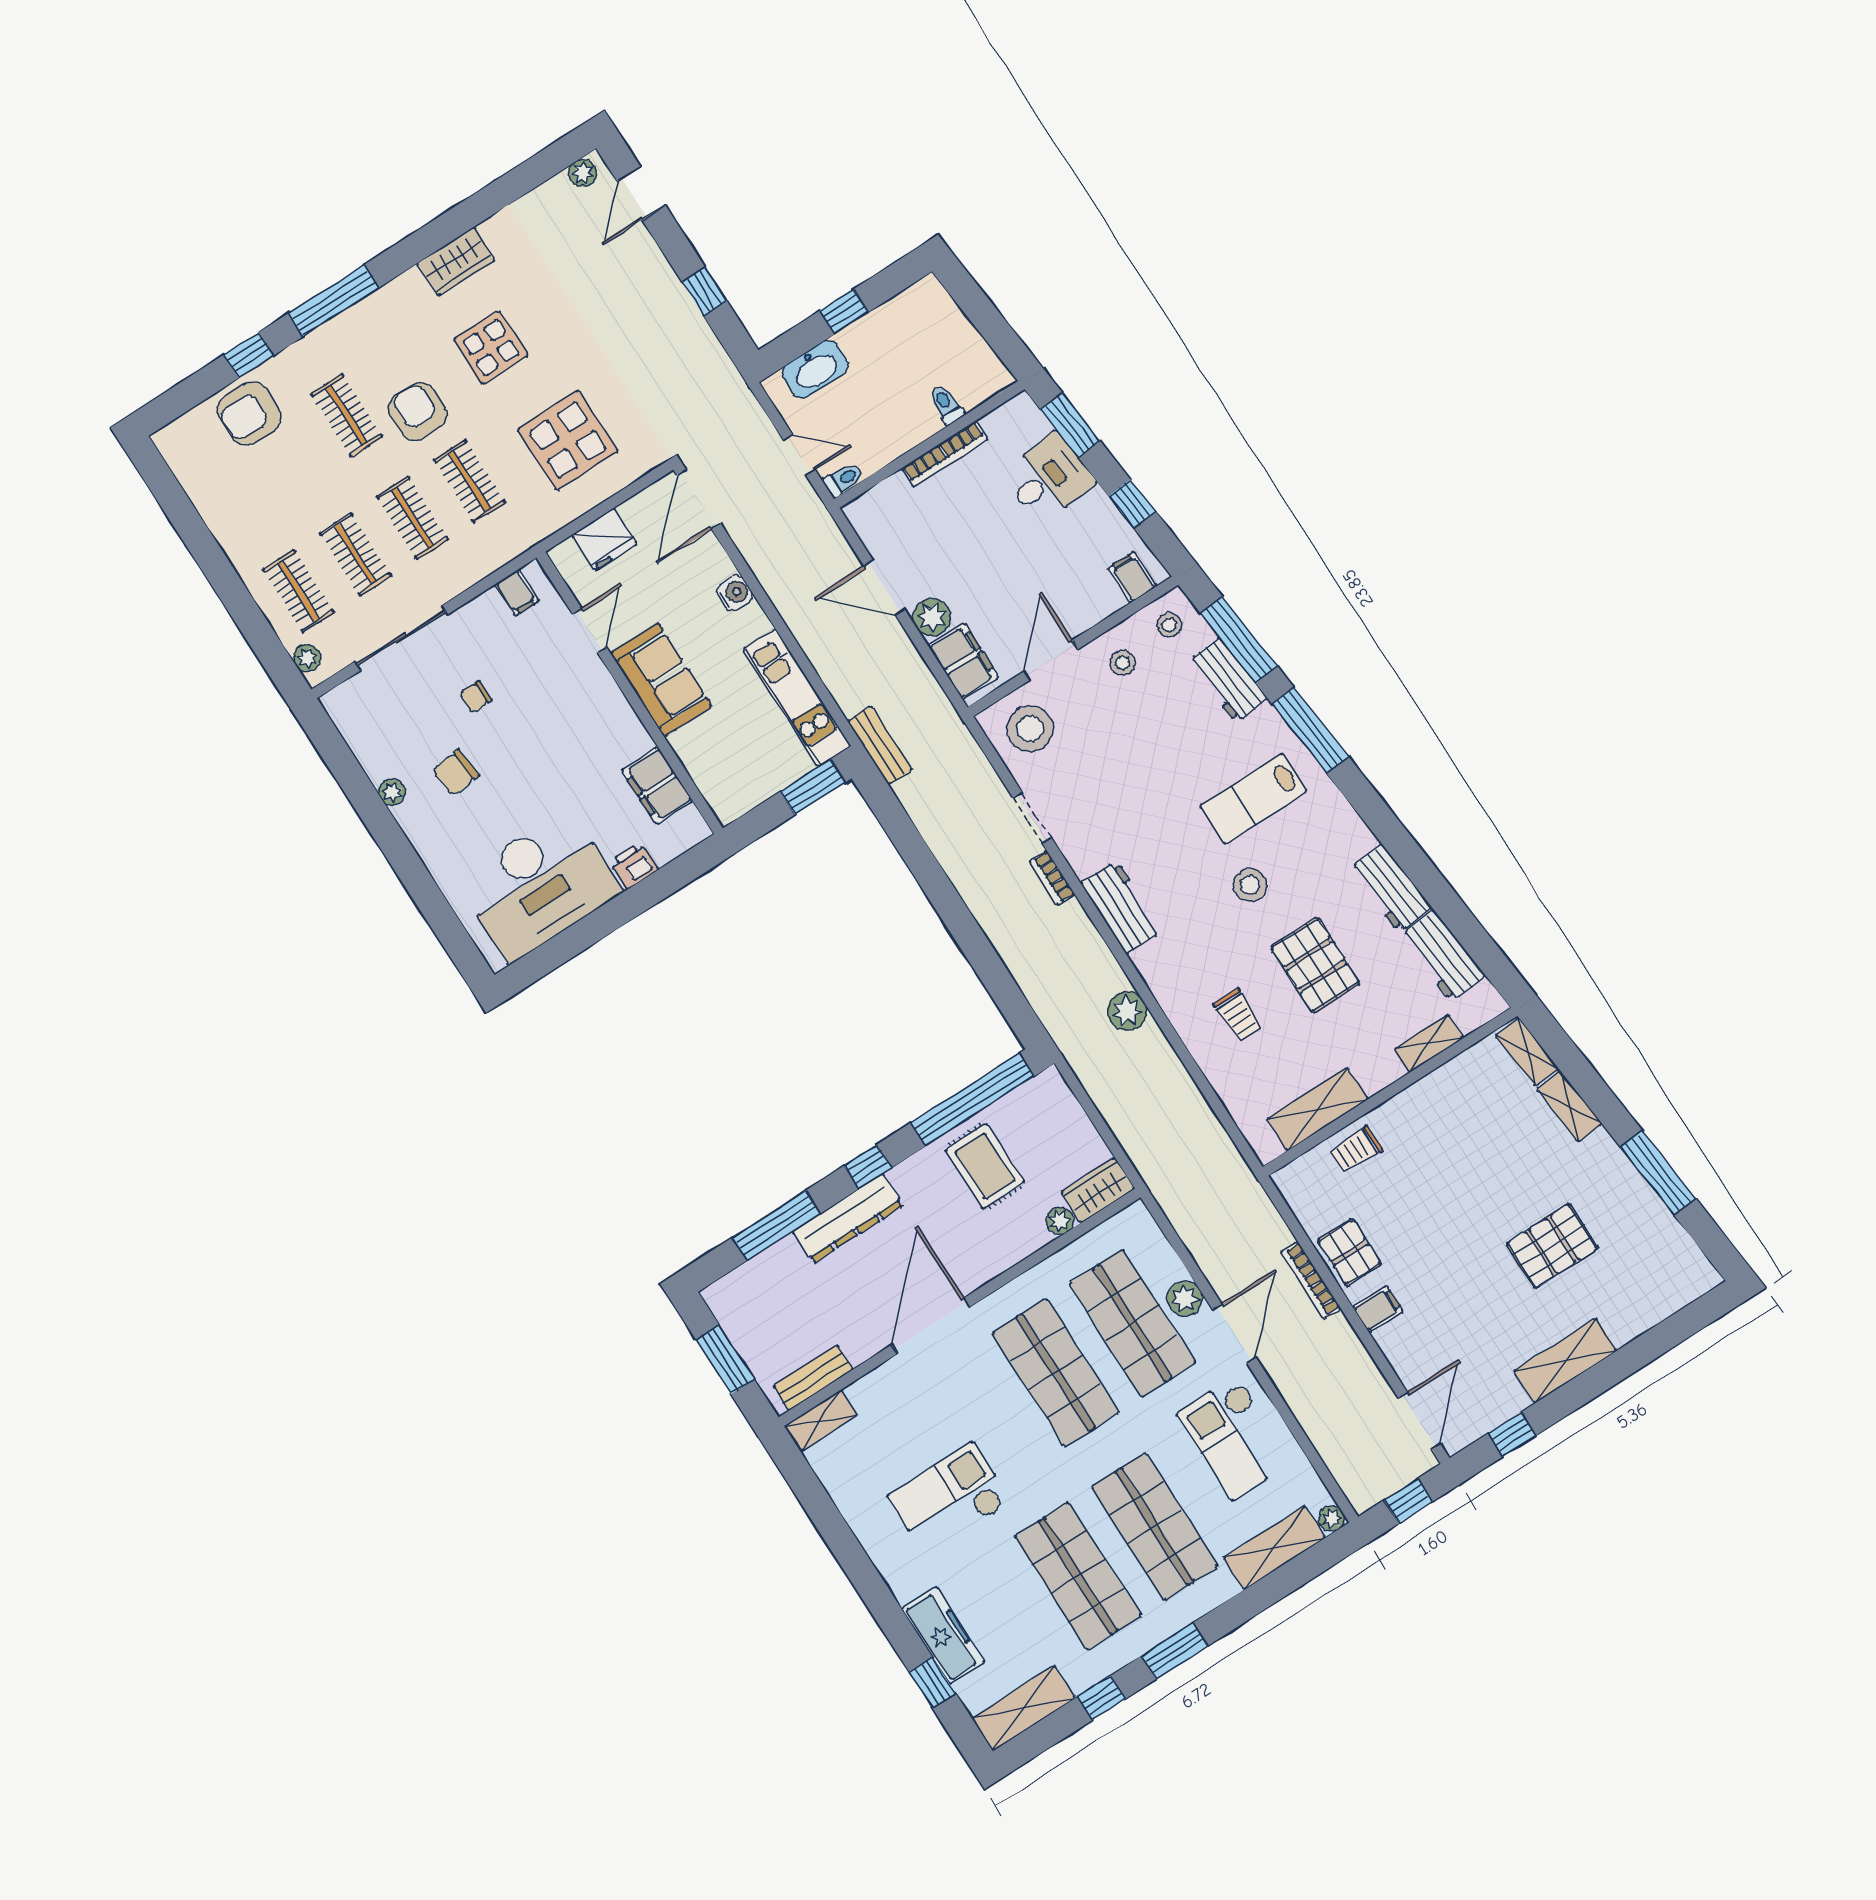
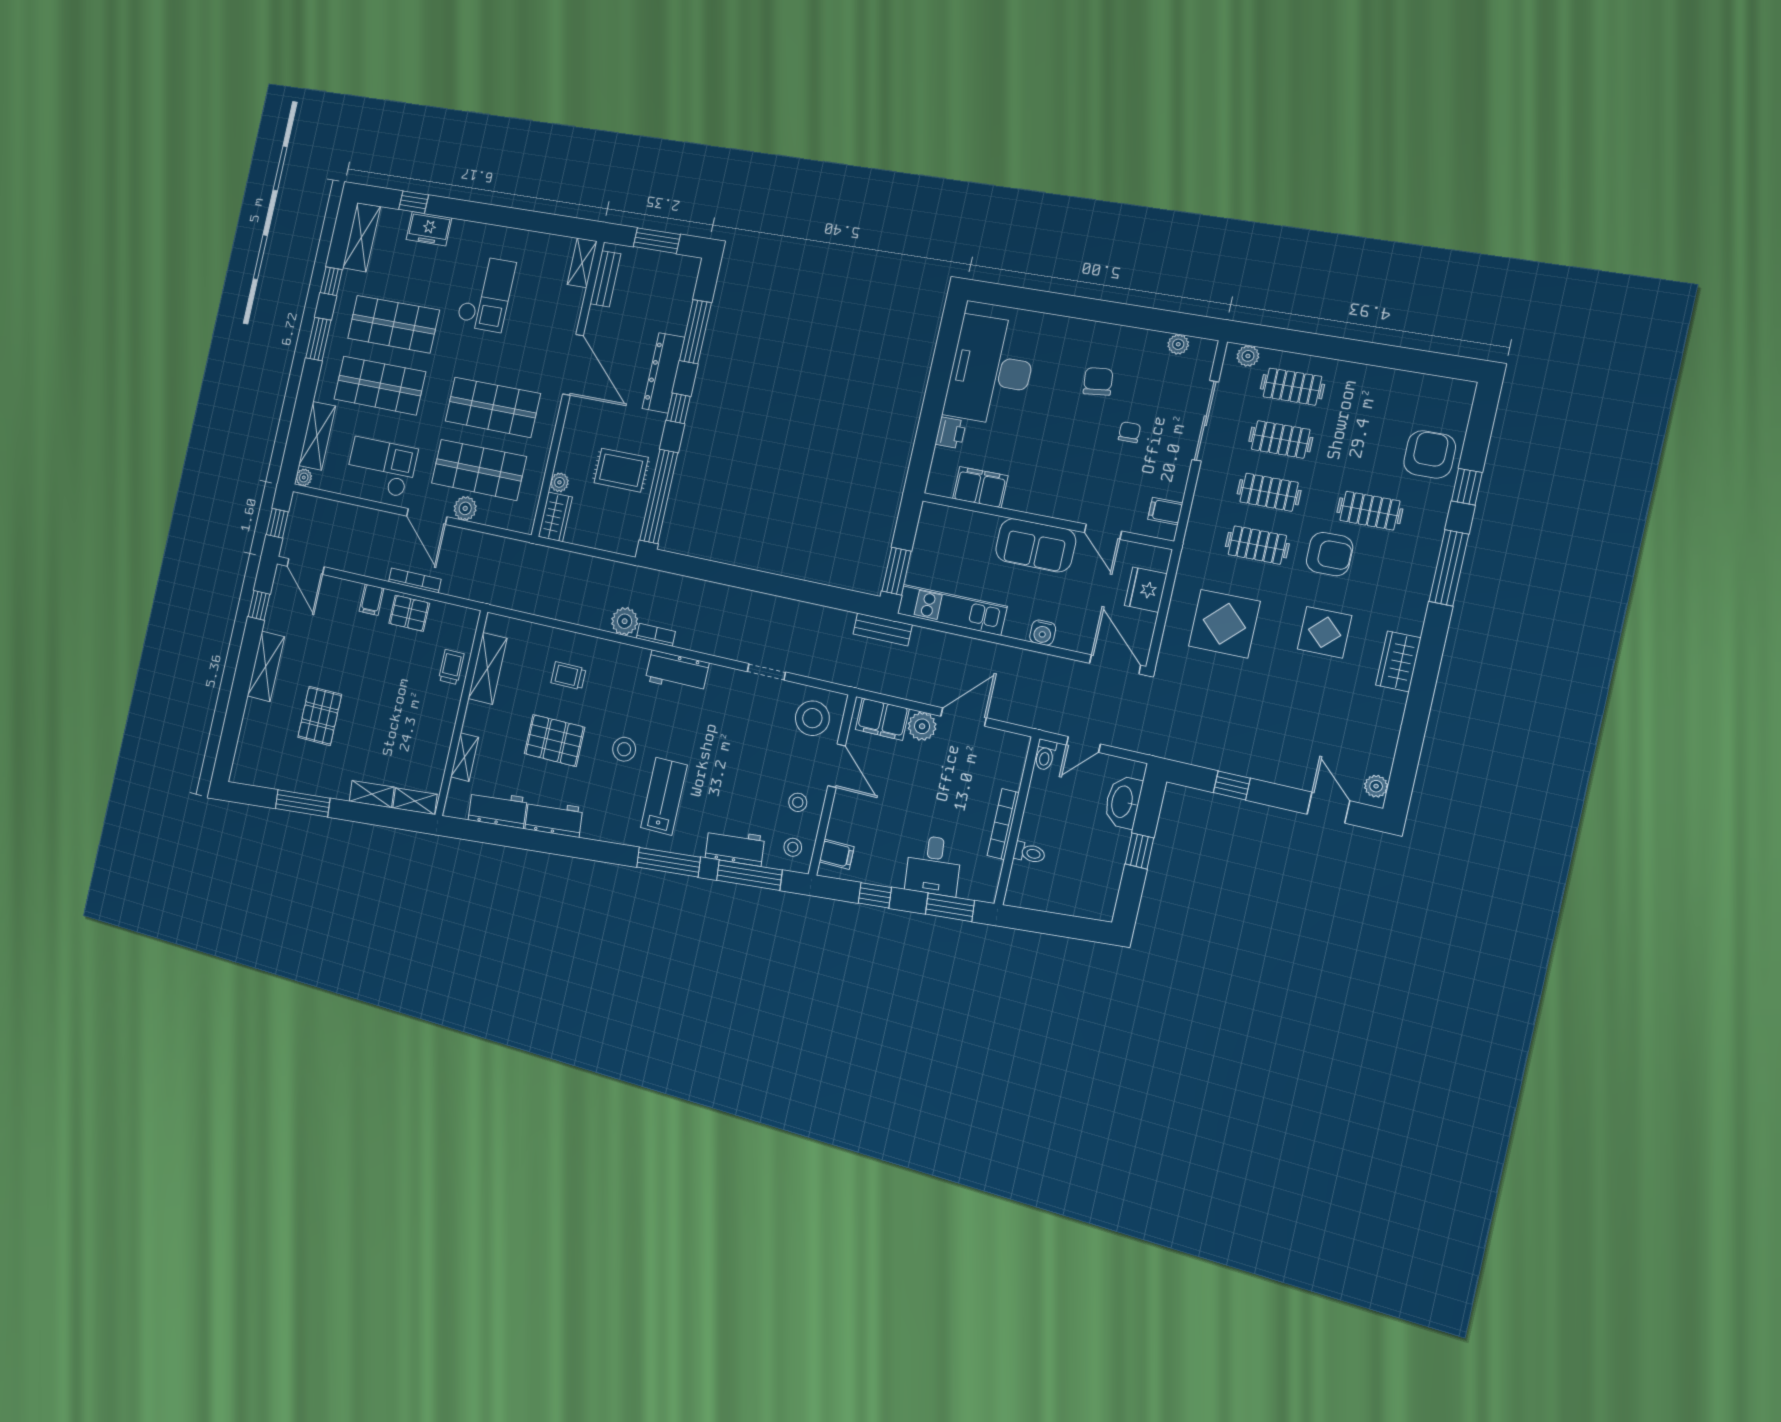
plant: (392, 792) -> (1178, 344), moved
bookcase: (1052, 878) -> (656, 635), moved
freezer: (943, 1636) -> (429, 229), width x0.71

